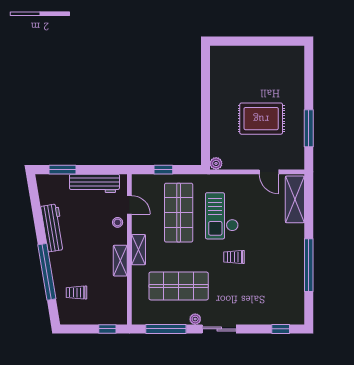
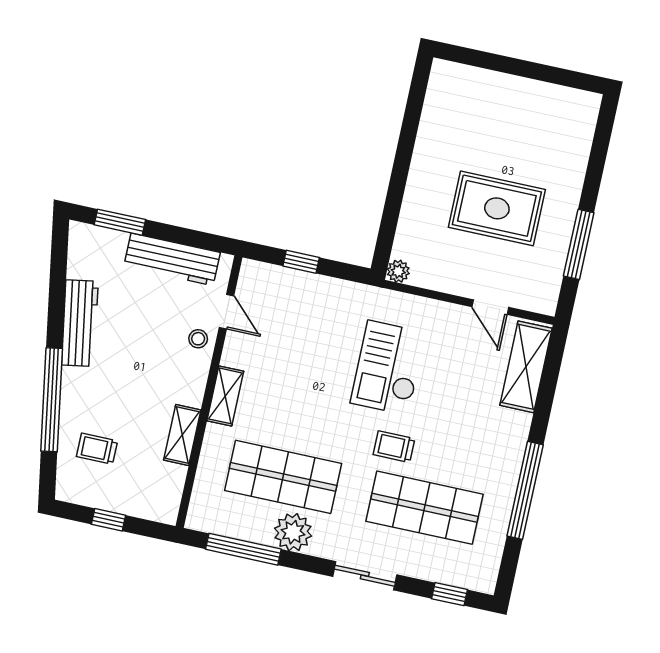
shop shelf: (179, 213) -> (424, 508), moved, turned 90
shelving: (120, 261) -> (182, 435), moved
plant: (195, 319) -> (293, 532), width x1.87, depth x1.87
window: (107, 329) -> (108, 520), moved
sliding door: (219, 329) -> (365, 576), moved

